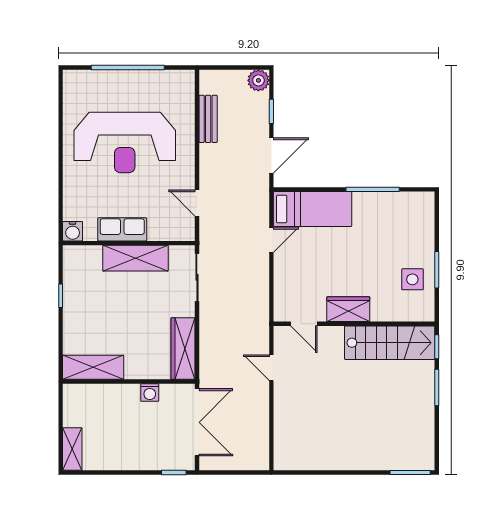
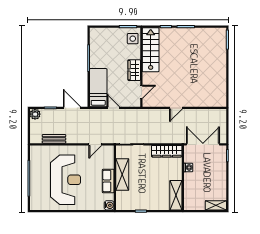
wardrobe: (348, 309) -> (134, 70), moved
door: (304, 324) -> (141, 92), moved
wall: (354, 324) -> (141, 67), moved
stairs: (390, 343) -> (151, 50), moved

